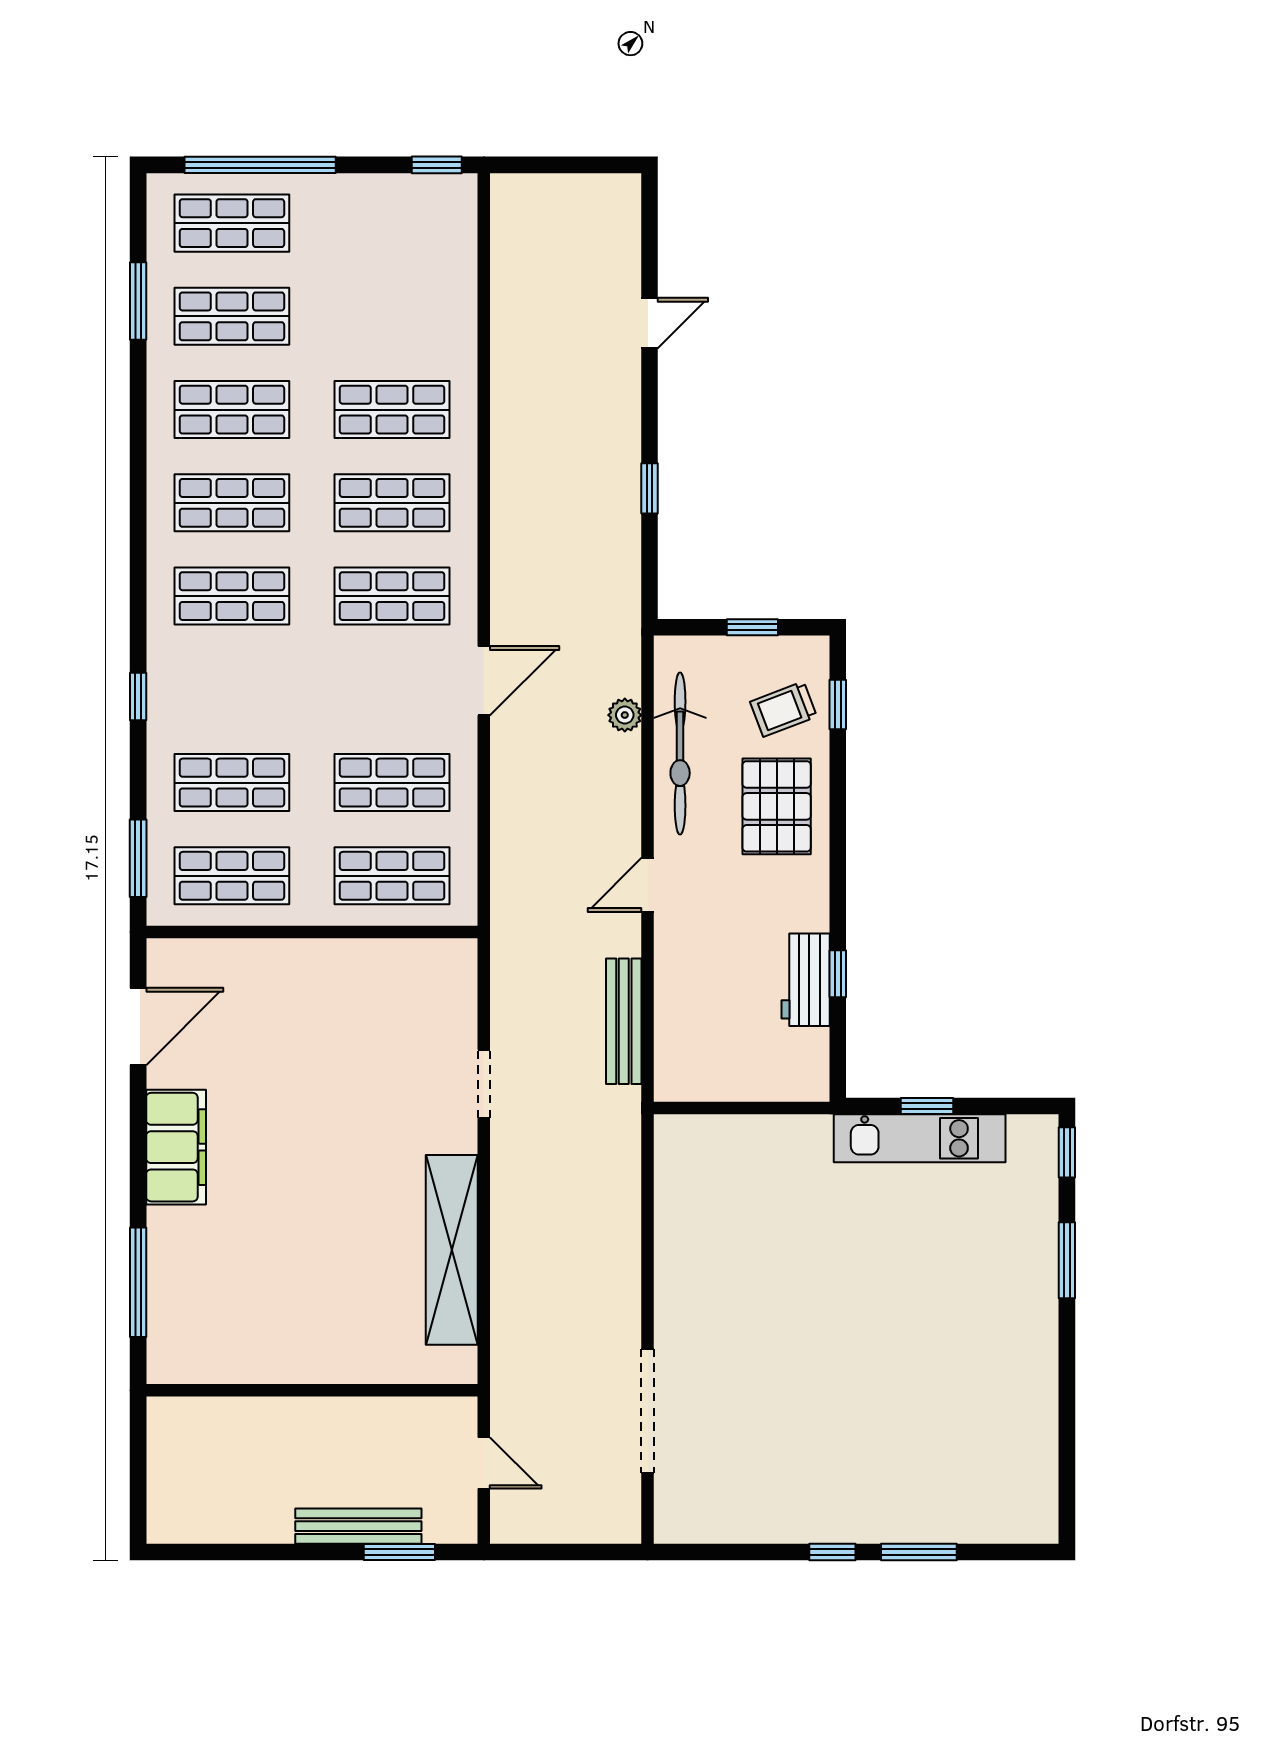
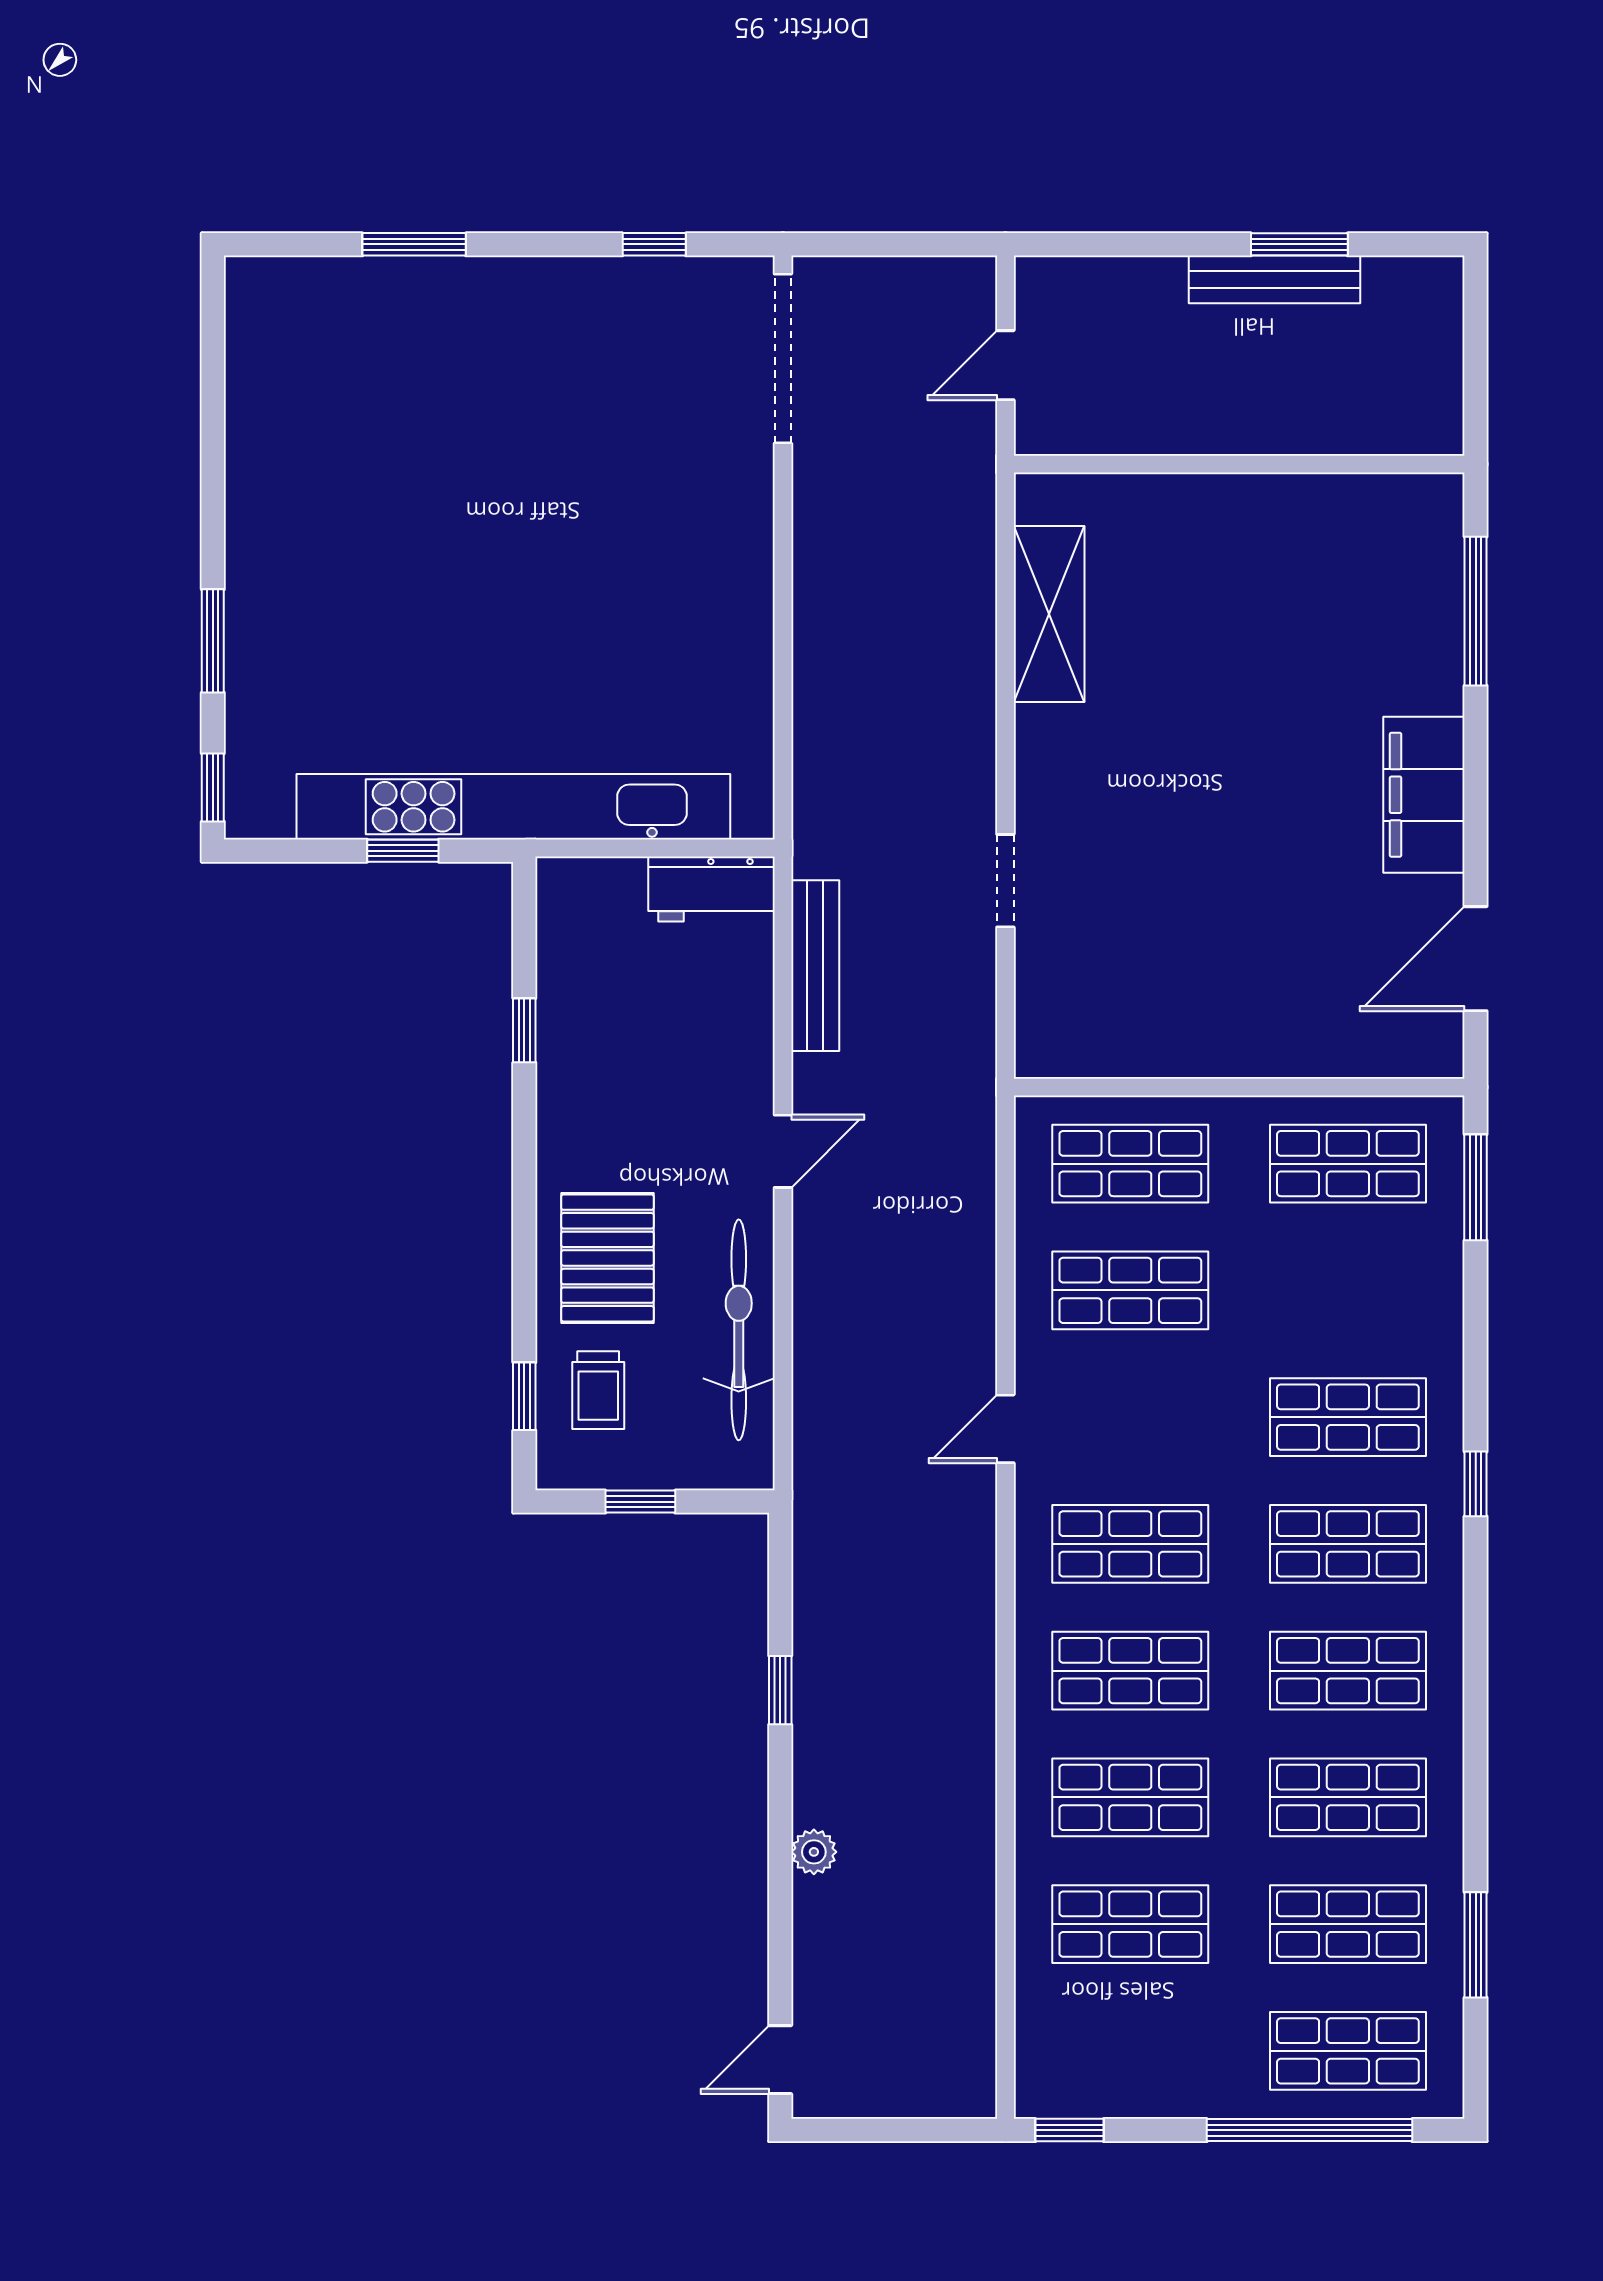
shop shelf: (392, 316) -> (1130, 1924), added
door: (650, 323) -> (780, 2060), moved
door: (484, 681) -> (1005, 1429), width x0.73
window: (138, 697) -> (1476, 1484), moved
trolley: (783, 709) -> (598, 1390), turned 111
plant: (625, 715) -> (814, 1852), moved
shop shelf: (232, 783) -> (1348, 1417), moved
workbench: (806, 980) -> (711, 889), moved, turned 90
kitchen unit: (920, 1138) -> (513, 807), width x1.86
shelving: (452, 1250) -> (1049, 614), width x0.68
doorway: (648, 1411) -> (783, 359), moved
door: (484, 1463) -> (1005, 365), hinge flipped
bench: (358, 1526) -> (1275, 279), moved
window: (399, 1552) -> (1299, 244), moved
window: (832, 1552) -> (654, 244), moved

